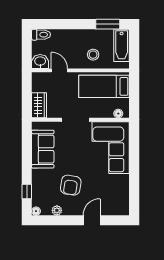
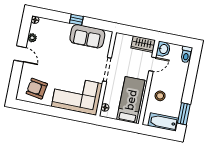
wardrobe: (39, 105) -> (143, 44), moved
armchair: (71, 185) -> (37, 89), moved
window: (27, 192) -> (76, 20), moved
door: (92, 220) -> (20, 54), moved

